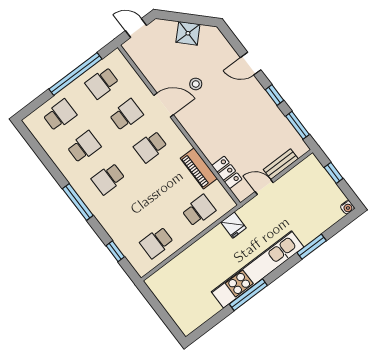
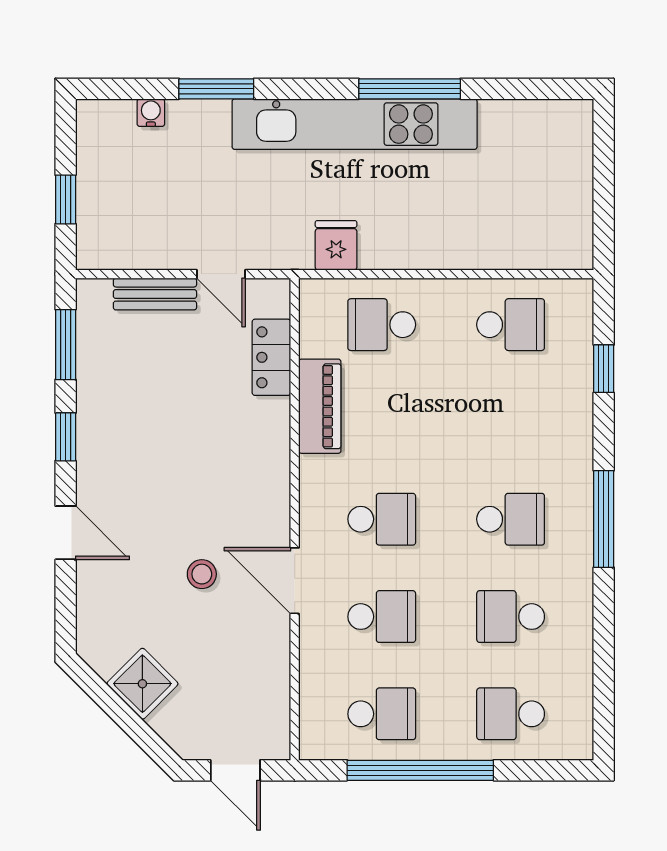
school desk: (126, 115) -> (382, 617), turned 180
water cooler: (347, 207) -> (151, 113), moved

